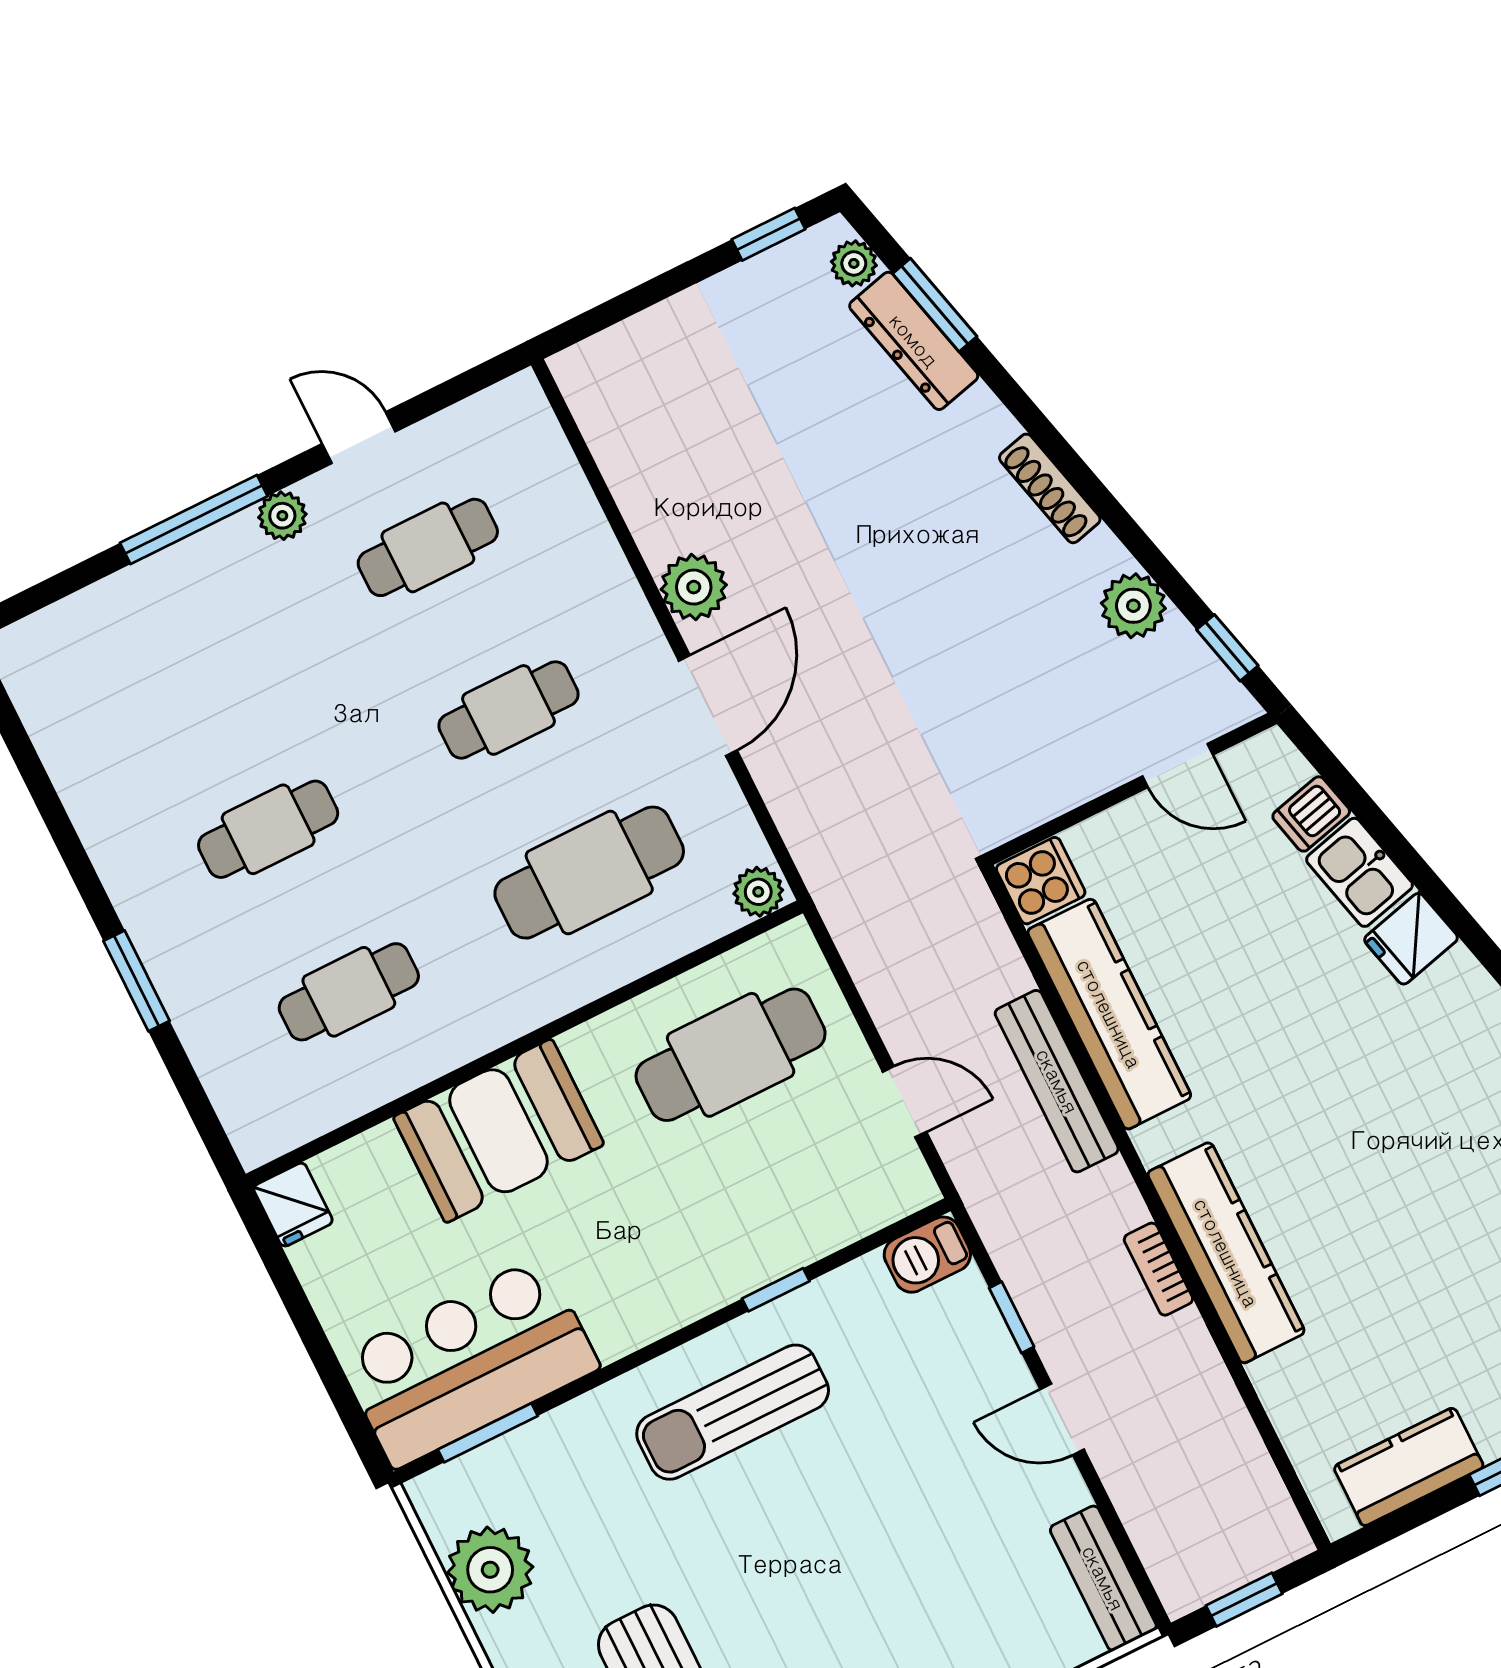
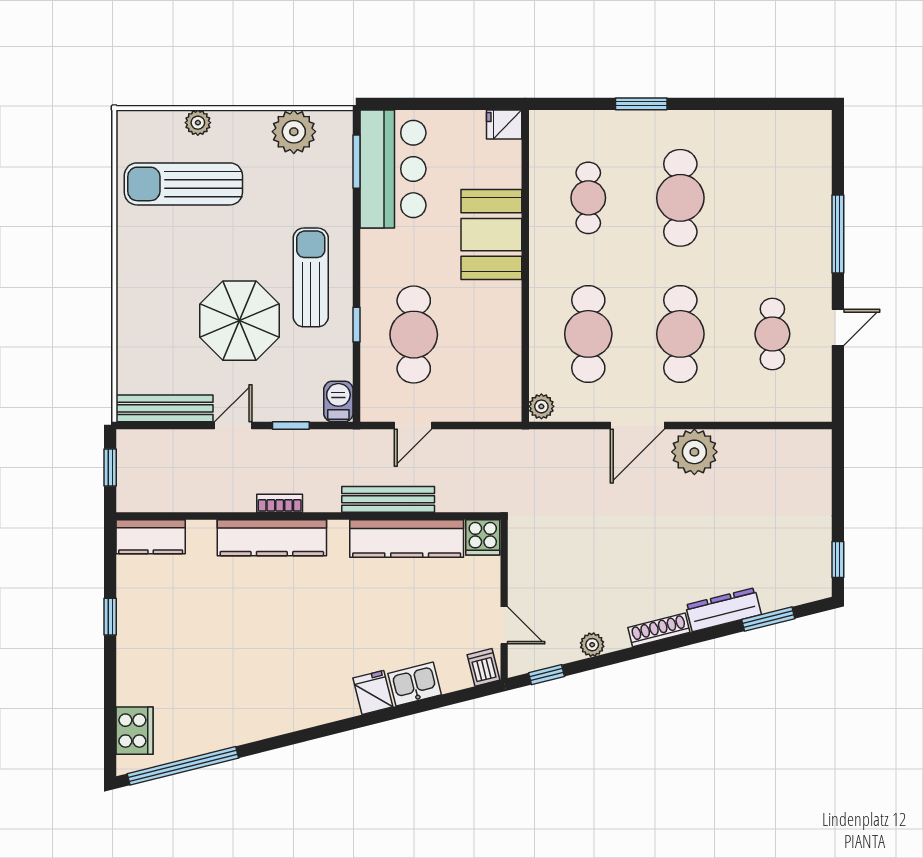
plant: (854, 263) -> (805, 592), removed
dresser: (914, 341) -> (723, 610), moved
plant: (282, 516) -> (820, 275), removed
plant: (694, 587) -> (694, 452), width x1.36, depth x1.36
plant: (1133, 606) -> (592, 645), width x0.73, depth x0.73
door: (708, 706) -> (637, 426), hinge flipped
cafe table: (508, 710) -> (680, 334), width x1.37, depth x1.35
door: (1178, 766) -> (504, 625), swing flipped
dishwasher: (1311, 814) -> (483, 667), moved
cafe table: (268, 829) -> (680, 198), width x1.37, depth x1.35
cafe table: (731, 1055) -> (414, 335), moved
kitchen counter: (1409, 1467) -> (151, 537), moved, turned 90
parasol: (871, 1500) -> (240, 321), added
bench: (1103, 1578) -> (165, 408), width x1.36

